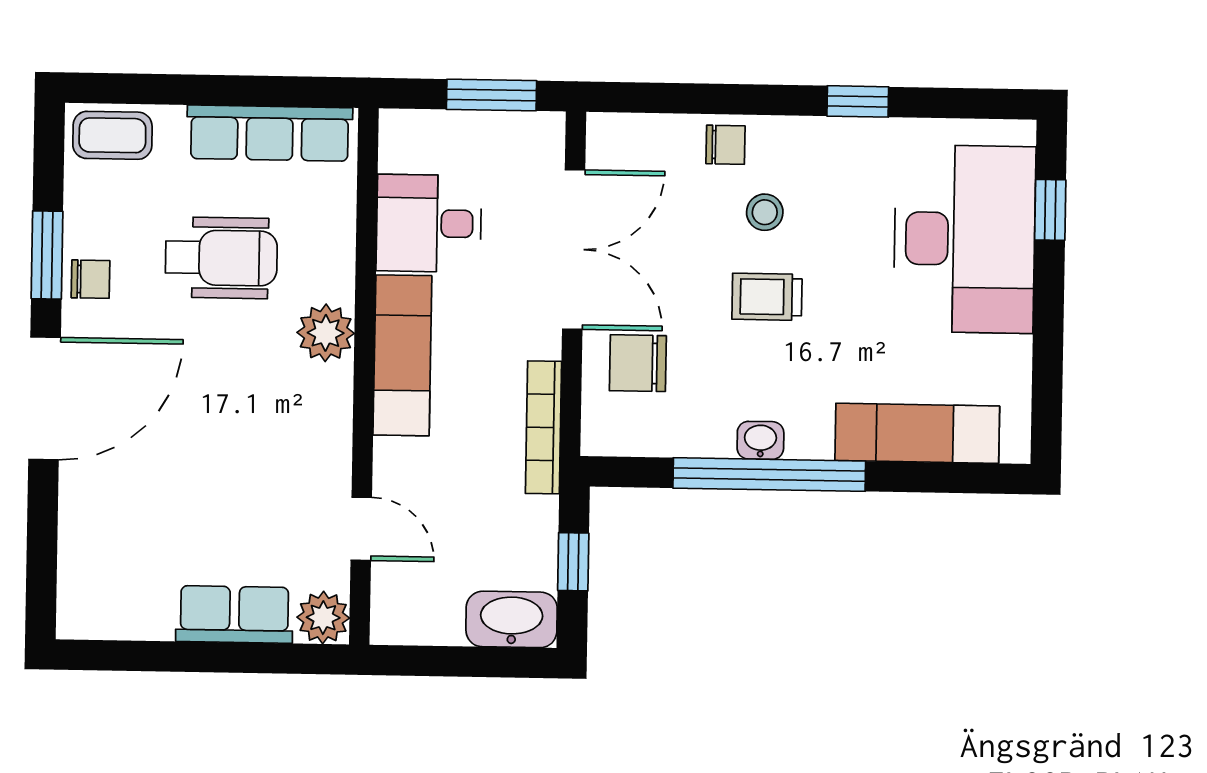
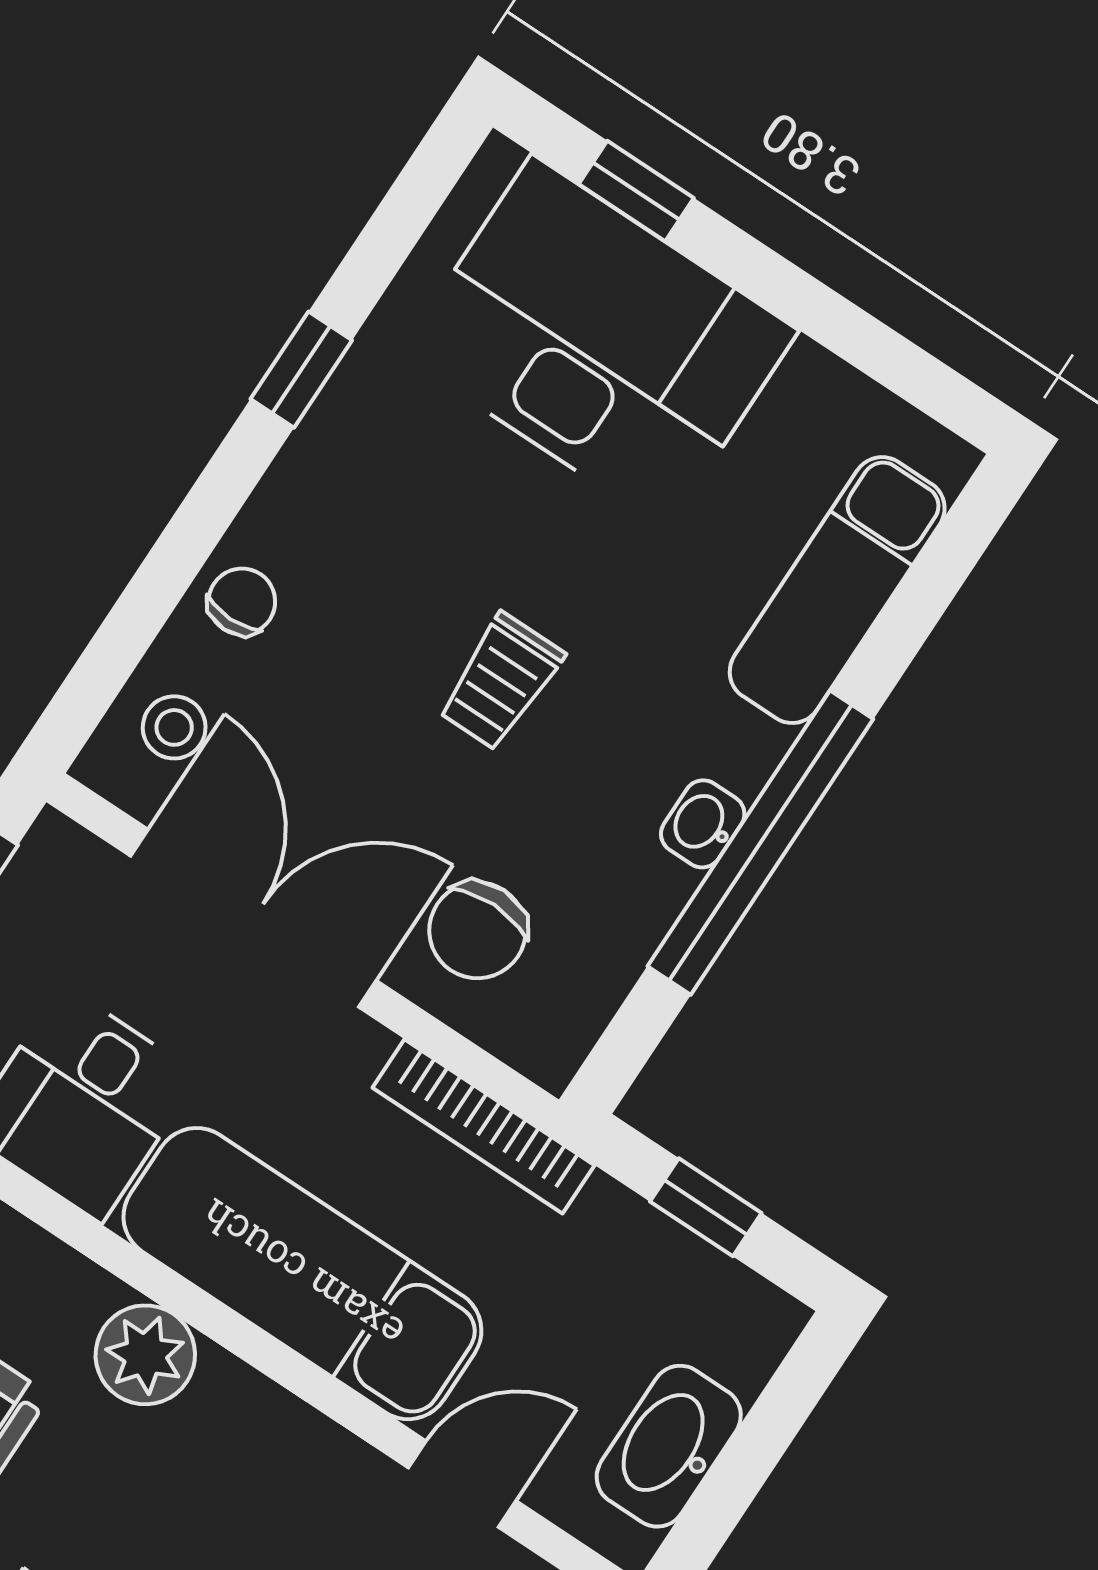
stool: (765, 212) -> (174, 727), moved
exam couch: (402, 355) -> (302, 1274), width x1.36, depth x1.45
washbasin: (512, 619) -> (669, 1446), moved

